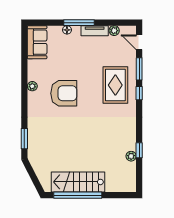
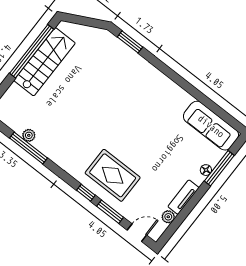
window: (79, 23) -> (219, 168), moved
sofa: (37, 42) -> (211, 126), width x1.36
plant: (32, 86) -> (177, 91), removed
armchair: (64, 93) -> (145, 117), removed
window: (139, 150) -> (29, 148), width x2.17

